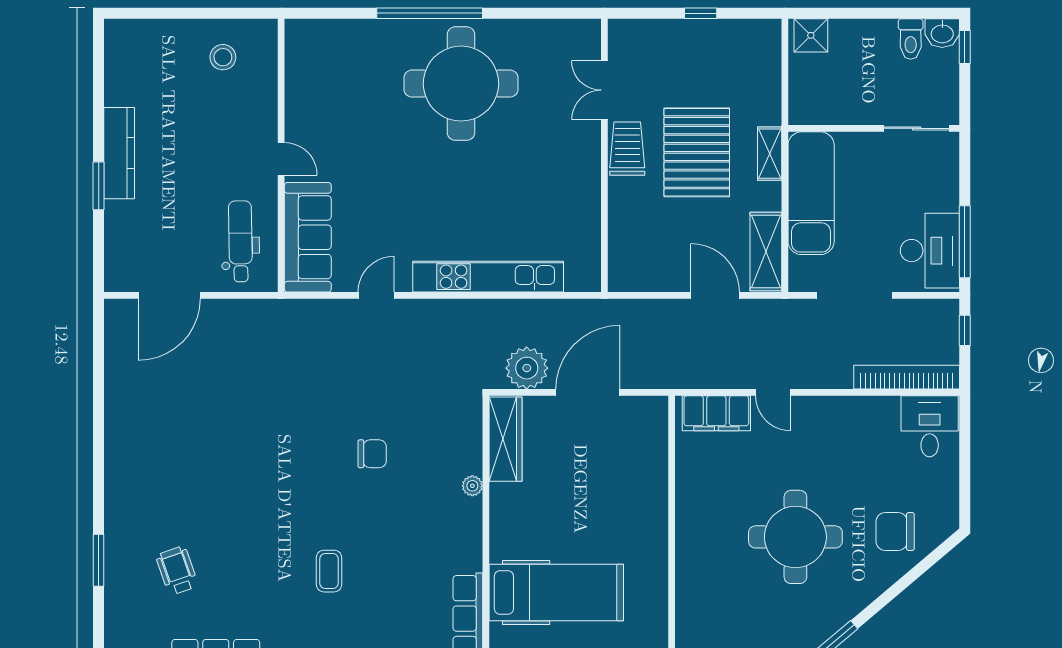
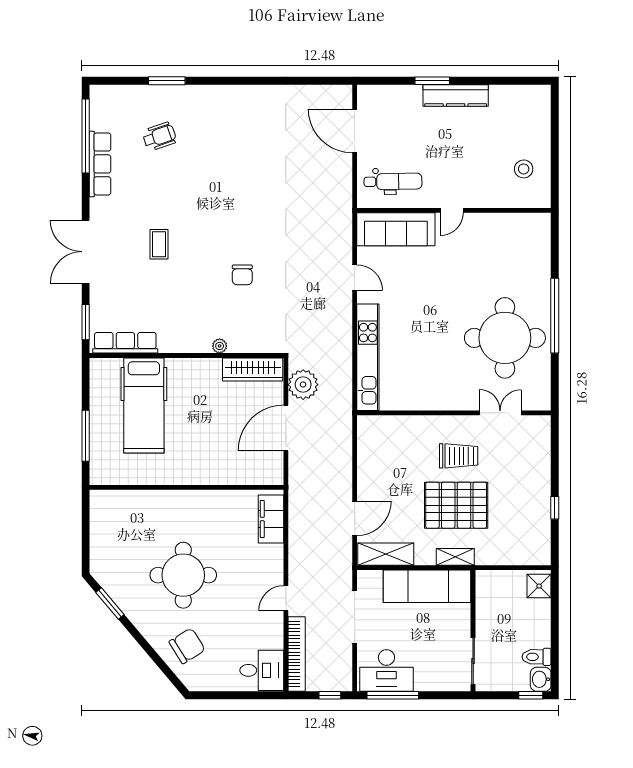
double door: (604, 90) -> (500, 413), moved
wall: (604, 155) -> (454, 413), moved
door: (588, 392) -> (286, 428), swing flipped
door: (773, 392) -> (286, 598), moved
chair: (895, 531) -> (187, 646), turned 58
coffee table: (329, 571) -> (159, 244), turned 90

